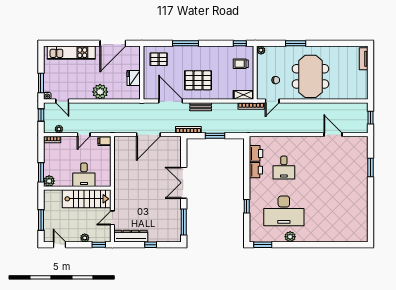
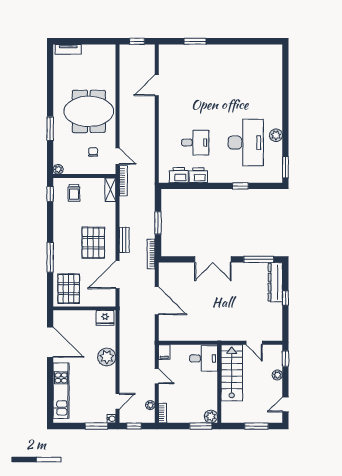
pallet: (159, 59) -> (69, 289), width x1.50, depth x1.42
fridge: (134, 78) -> (105, 318), moved
desk: (84, 175) -> (204, 358), moved
dresser: (131, 236) -> (275, 282), moved

